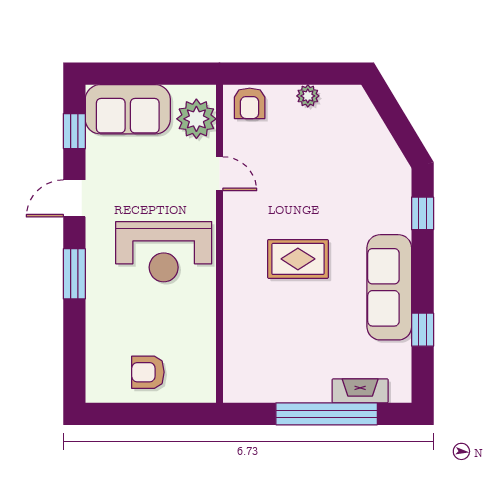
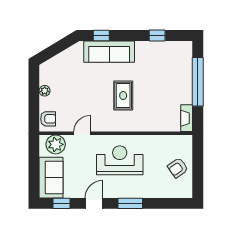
door: (74, 198) -> (94, 203), swing flipped
reception desk: (164, 252) -> (120, 160), turned -90
sofa: (389, 287) -> (109, 52), moved
armchair: (148, 372) -> (178, 168), turned 55
fireplace: (360, 391) -> (187, 118), moved

